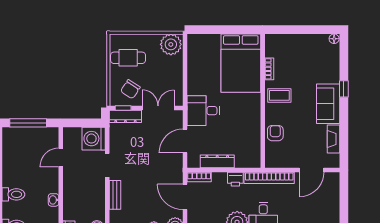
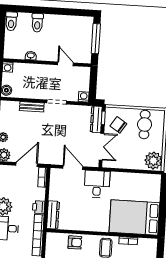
washing machine: (94, 139) -> (84, 97), width x0.53, depth x0.53
dresser: (217, 161) -> (53, 215), moved

